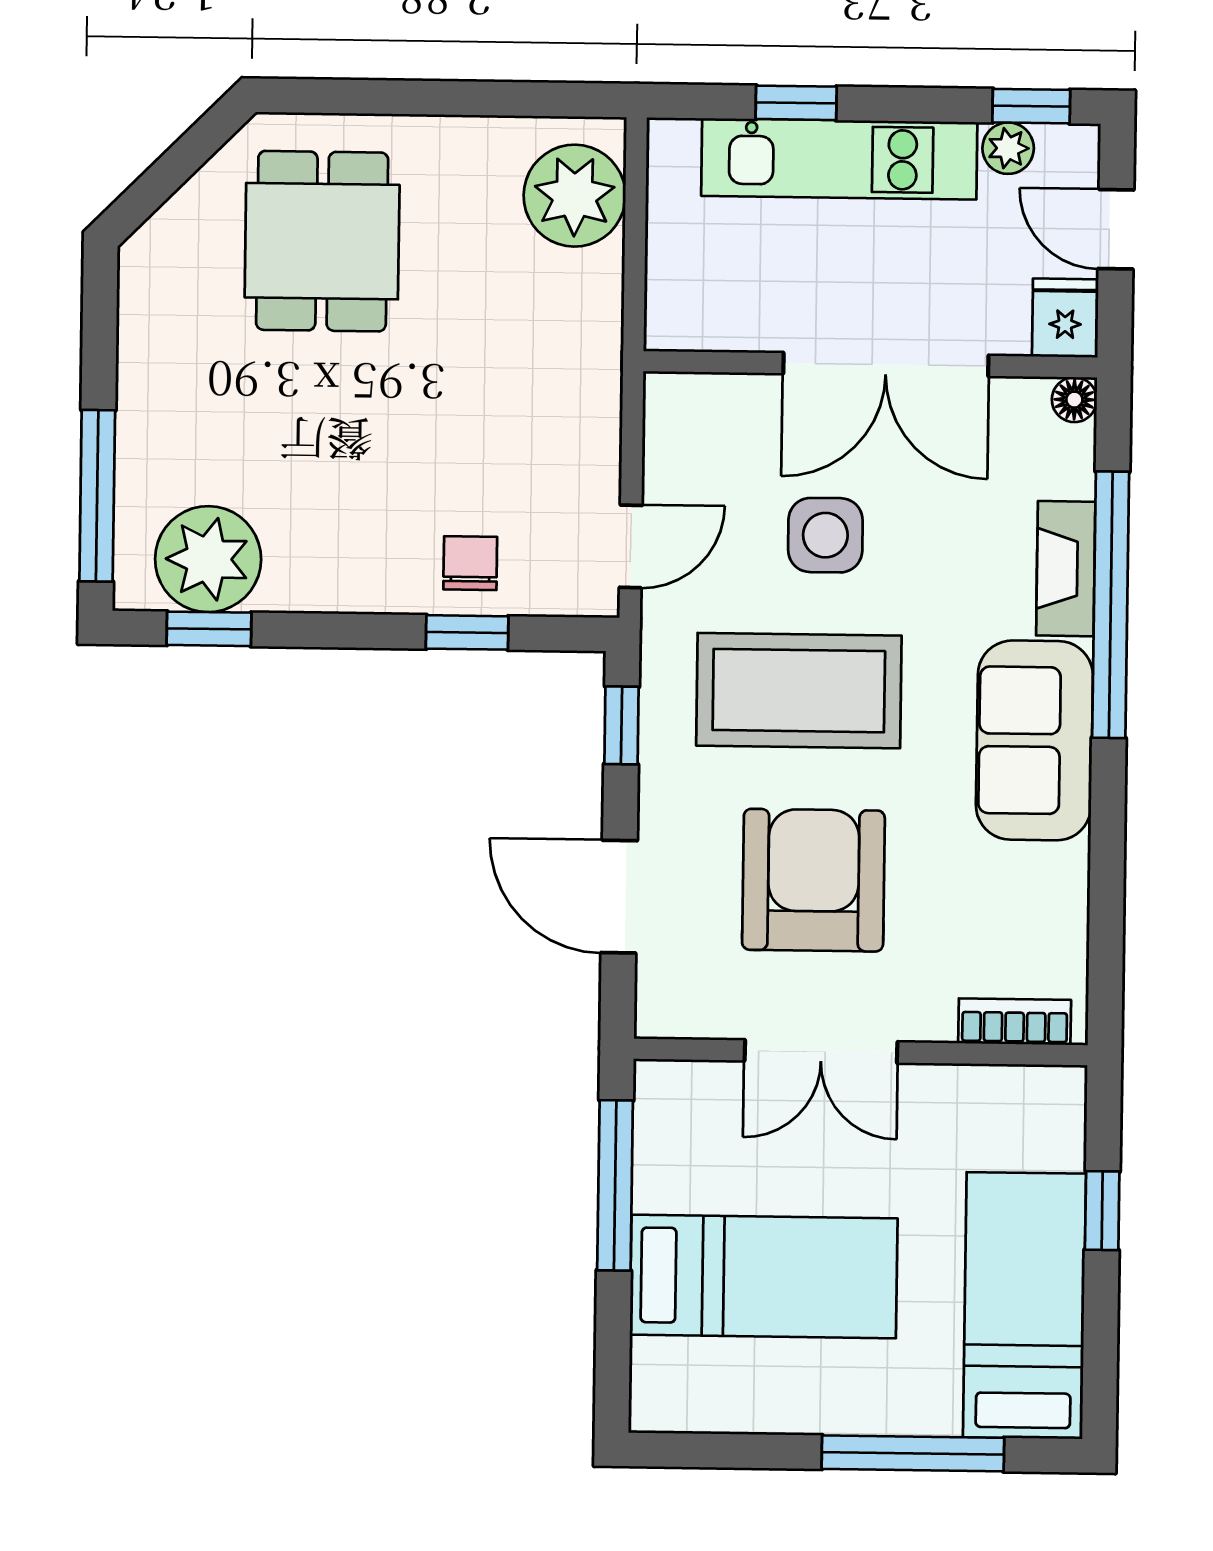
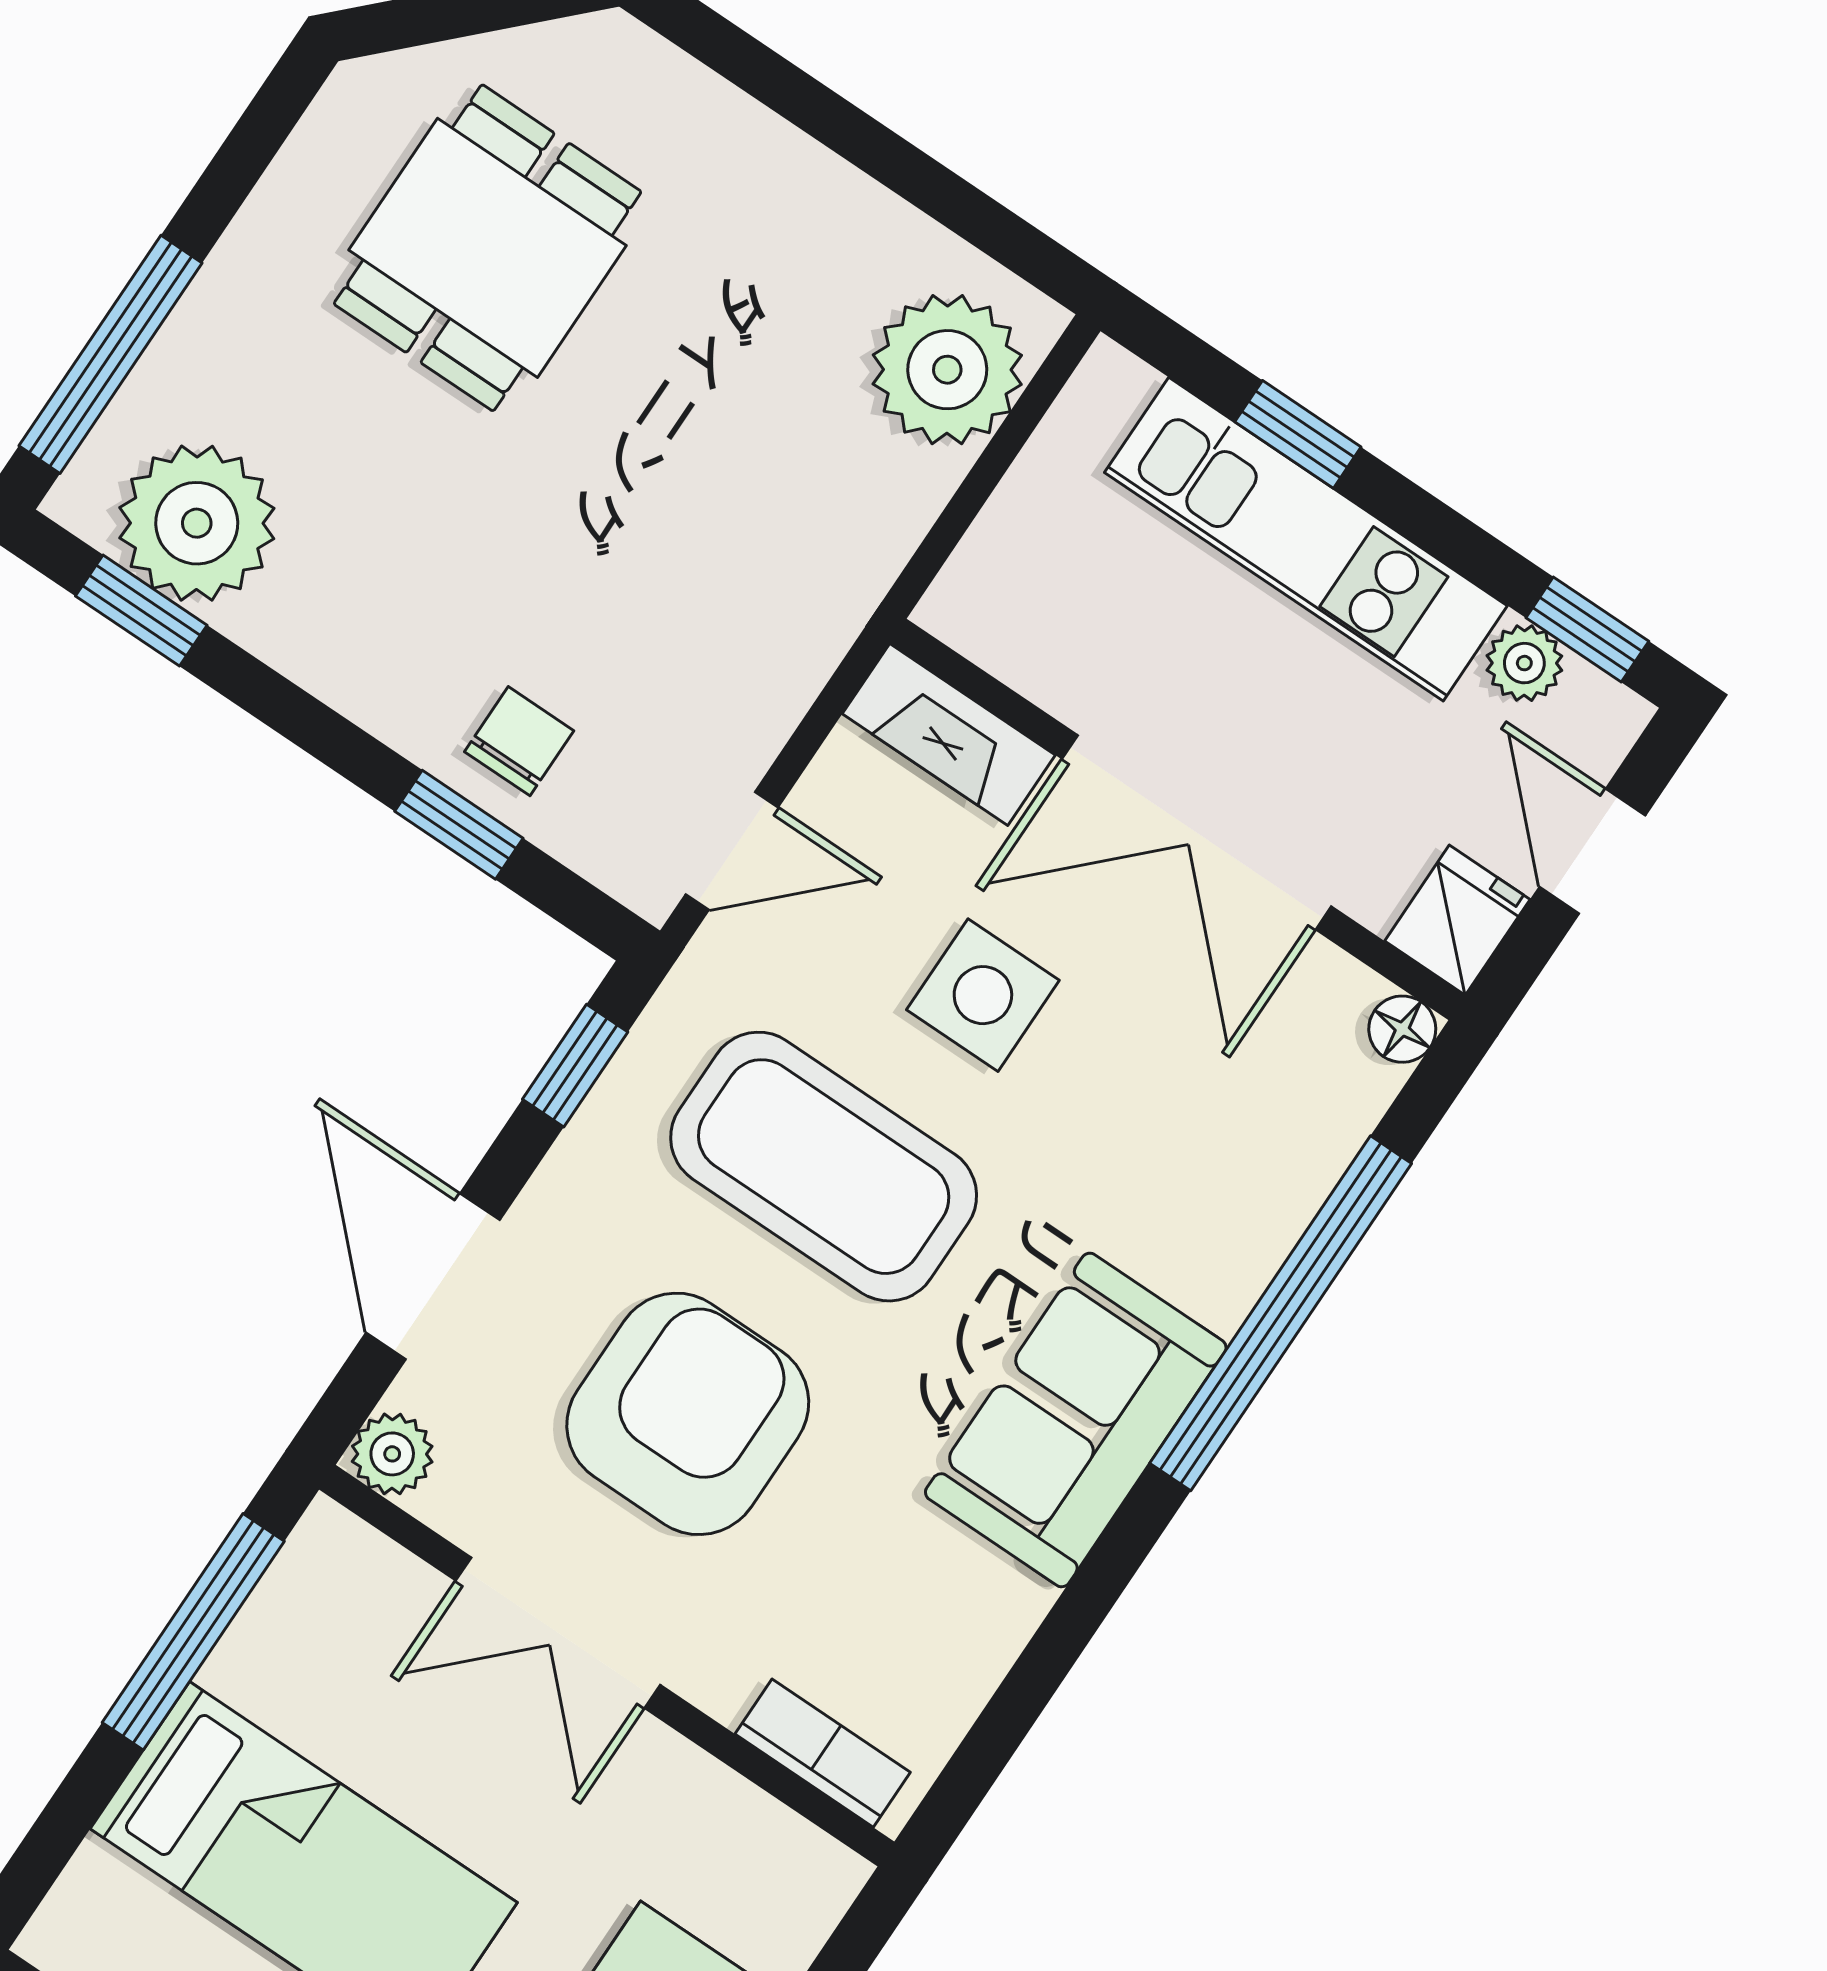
dining table: (322, 241) -> (488, 248), moved
fireplace: (1066, 569) -> (949, 734), moved, turned -90
plant: (662, 1012) -> (392, 1454), added

